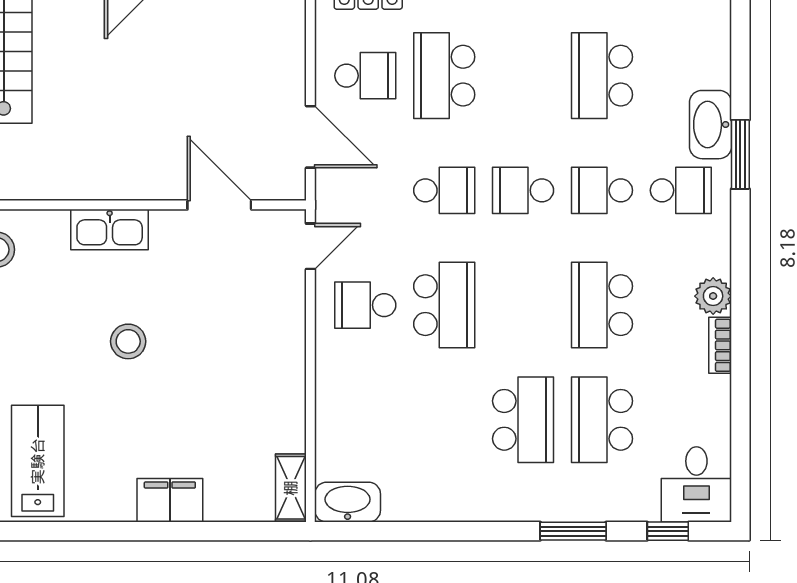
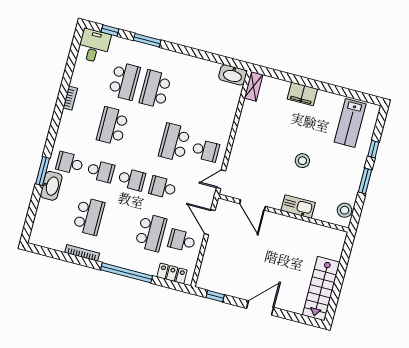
plant: (713, 296) -> (68, 118), removed
school desk: (602, 305) -> (113, 126), turned 180

